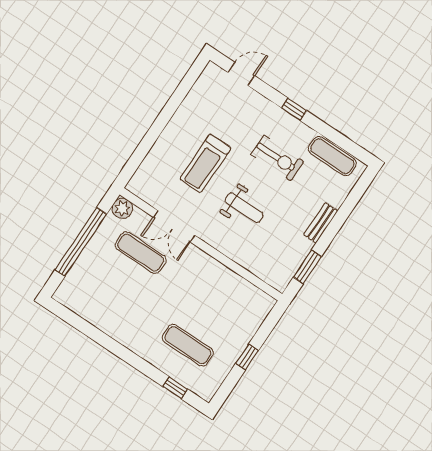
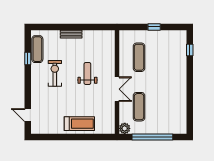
window: (294, 109) -> (28, 59), moved
treadmill: (205, 163) -> (79, 124), moved
double door: (174, 226) -> (117, 89), moved
window: (307, 267) -> (95, 27), removed
exercise mat: (188, 345) -> (139, 57), moved

